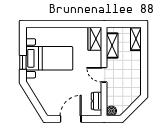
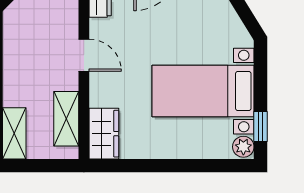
plant: (31, 33) -> (243, 147), added
window: (23, 62) -> (261, 127), moved

